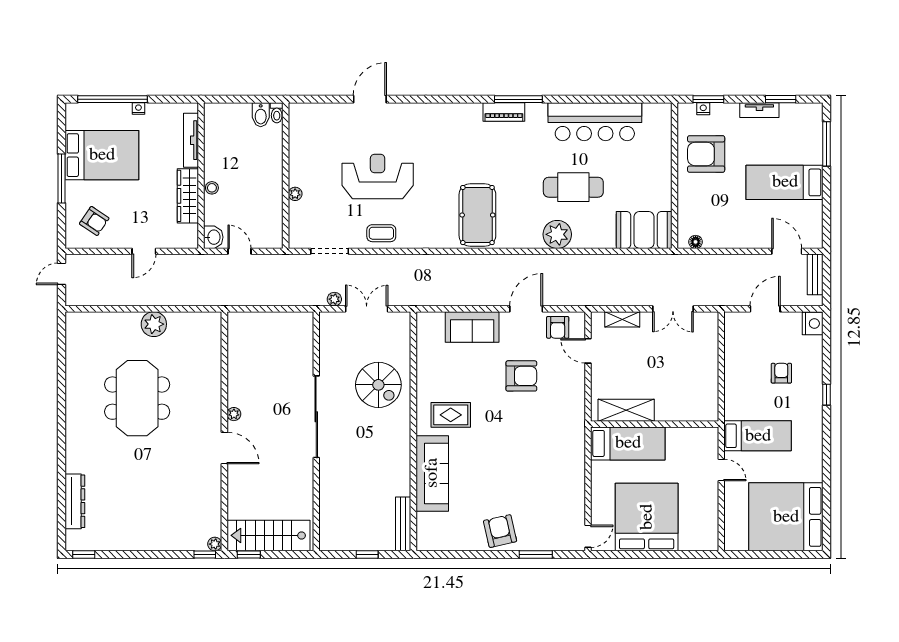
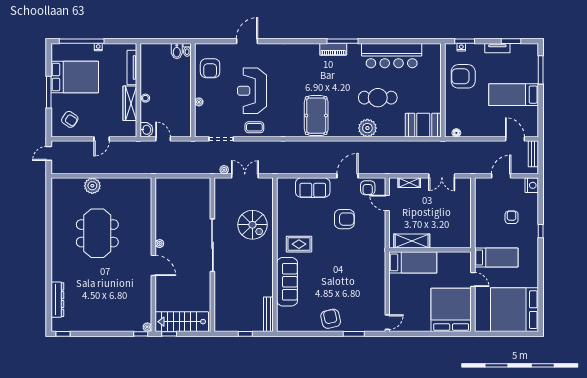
armchair: (312, 141) -> (210, 68), added
reception desk: (378, 176) -> (252, 91), turned -90
plant: (154, 324) -> (92, 186), moved
bed: (647, 517) -> (451, 310), moved

